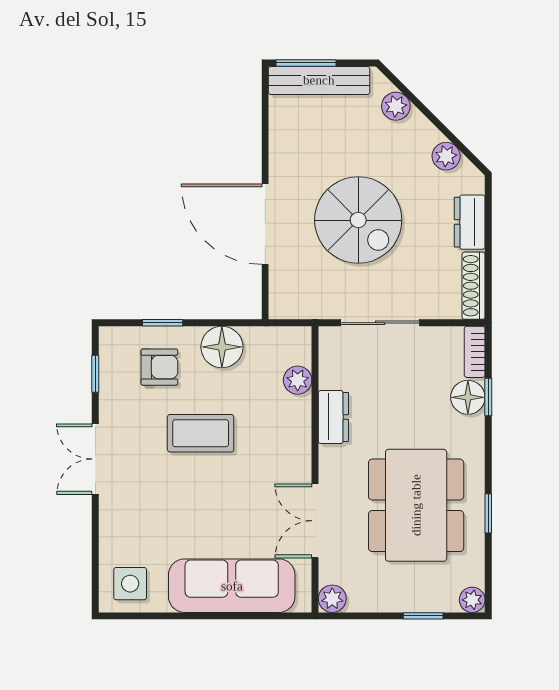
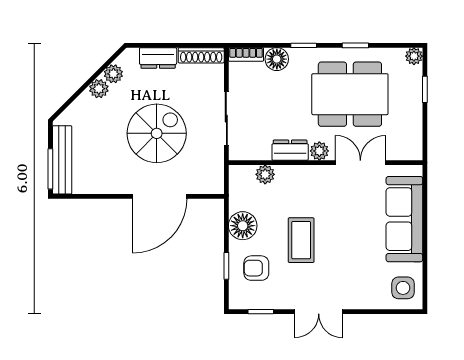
plant: (396, 106) -> (99, 89), moved
armchair: (159, 367) -> (256, 268), turned -90
window: (488, 397) -> (304, 45), moved
double door: (315, 521) -> (360, 163), swing flipped
plant: (332, 599) -> (319, 151), moved

